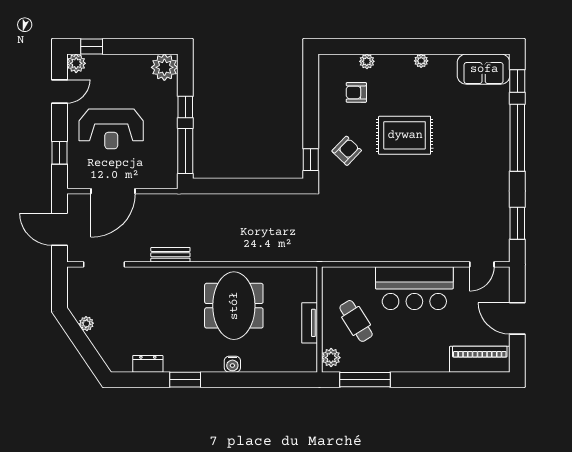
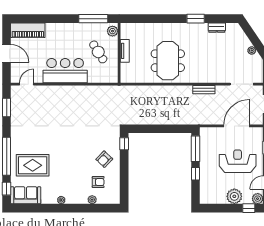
plant: (164, 67) -> (234, 196), moved
rug: (405, 135) -> (33, 165), moved
armchair: (347, 151) -> (104, 159), moved
water cooler: (232, 364) -> (169, 27), removed

